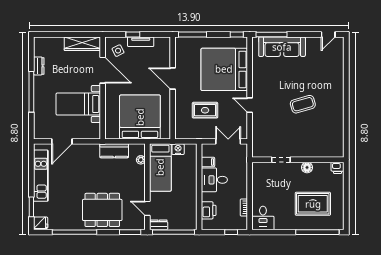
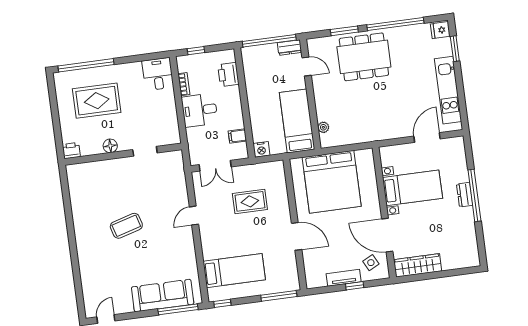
dresser: (39, 66) -> (465, 195), moved
bed: (224, 69) -> (234, 271), width x0.49
door: (250, 105) -> (194, 216), swing flipped
nightstand: (178, 149) -> (261, 149), moved
kitchen counter: (114, 151) -> (359, 134), removed
desk: (214, 180) -> (200, 110), moved, turned 180
window: (130, 232) -> (344, 31), moved

